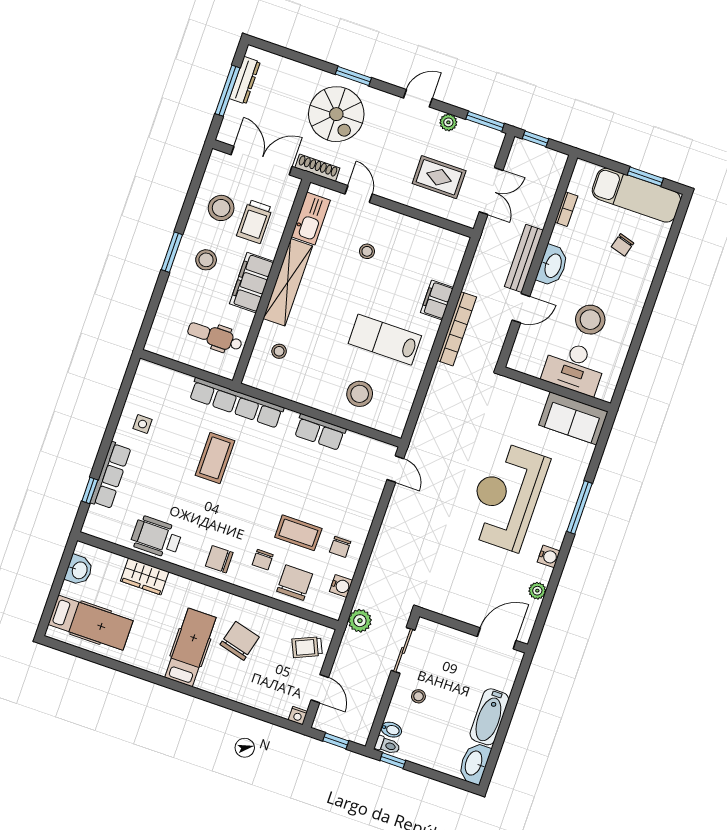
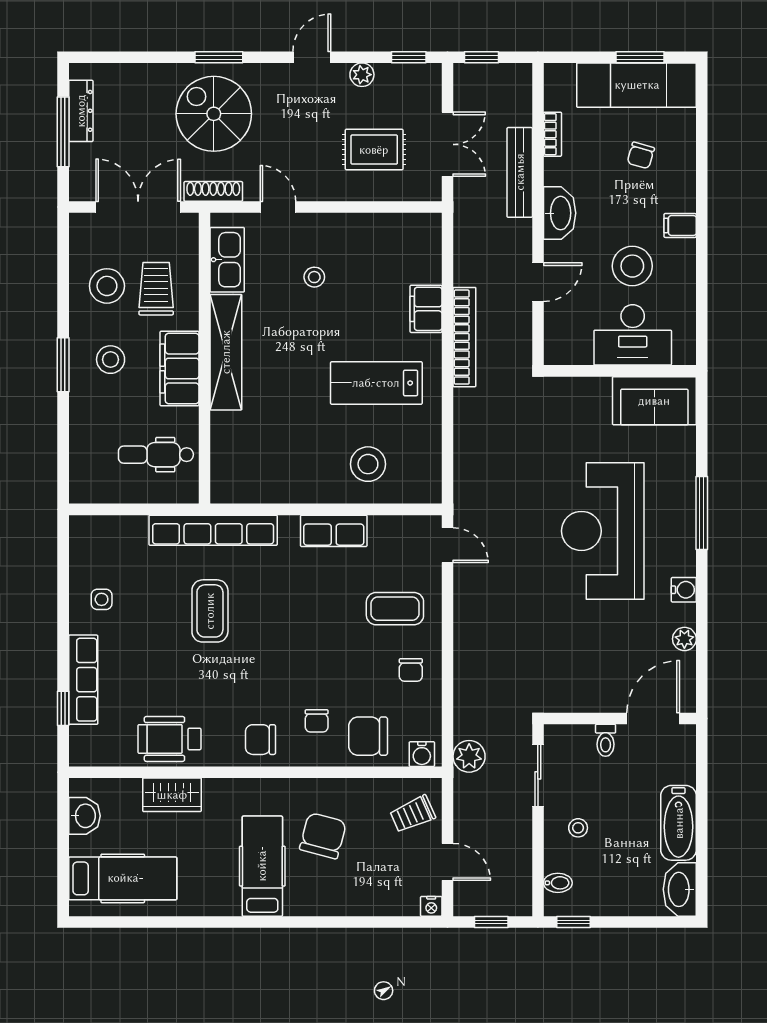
spiral stairs: (336, 114) -> (214, 114), turned 180
window: (485, 121) -> (409, 57), width x0.67
trolley: (255, 222) -> (156, 289), turned 180
bench: (524, 258) -> (520, 172), moved
filing cabinet: (633, 303) -> (680, 225), added
stool: (279, 351) -> (245, 445), removed
coffee table: (298, 533) -> (395, 609), moved
chair: (295, 583) -> (368, 736), turned -90
water cooler: (341, 586) -> (422, 754), moved, turned 90
toilet: (387, 745) -> (606, 740), moved, turned 90

